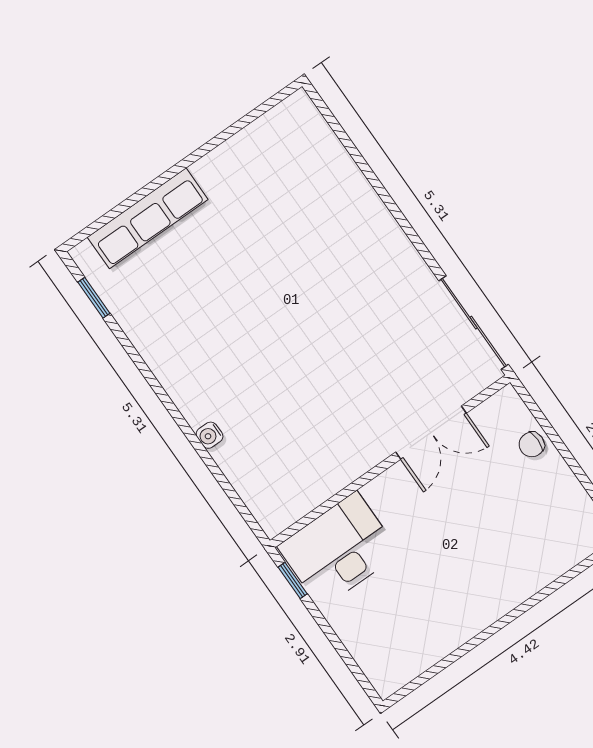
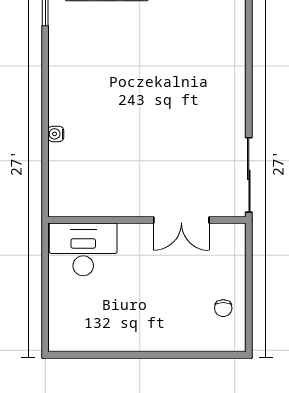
chair: (532, 444) -> (223, 308), moved, turned -90
window: (293, 580) -> (45, 248), removed

